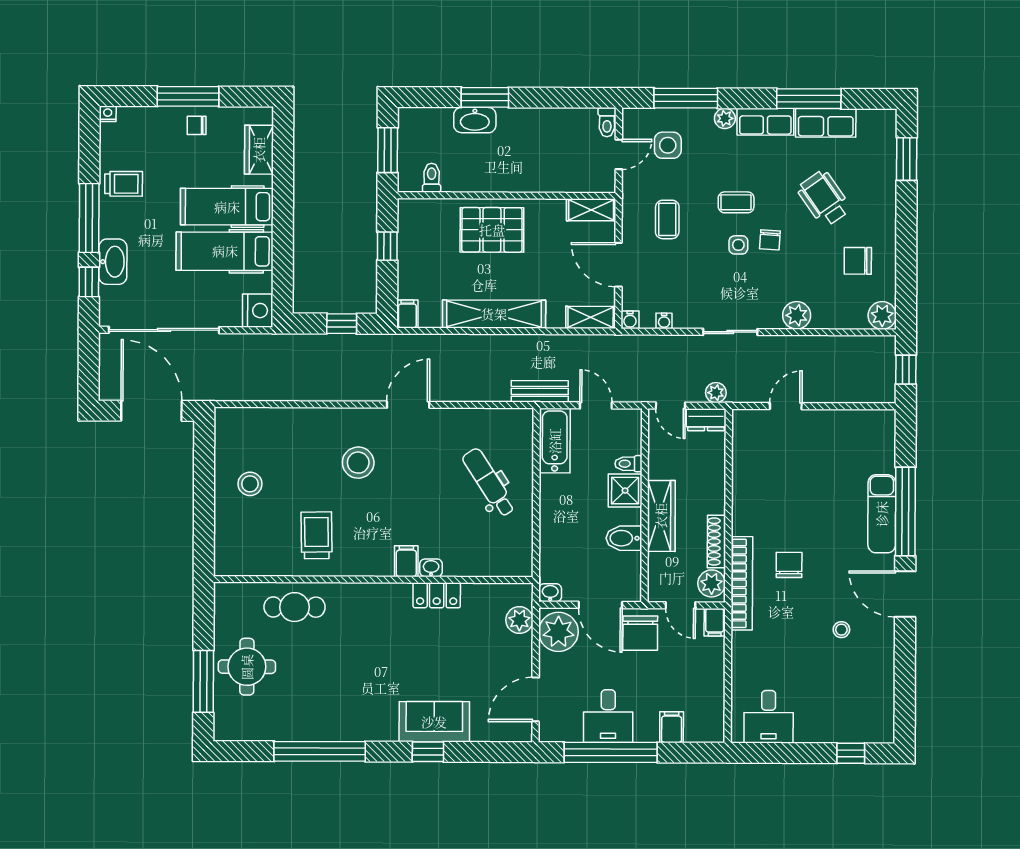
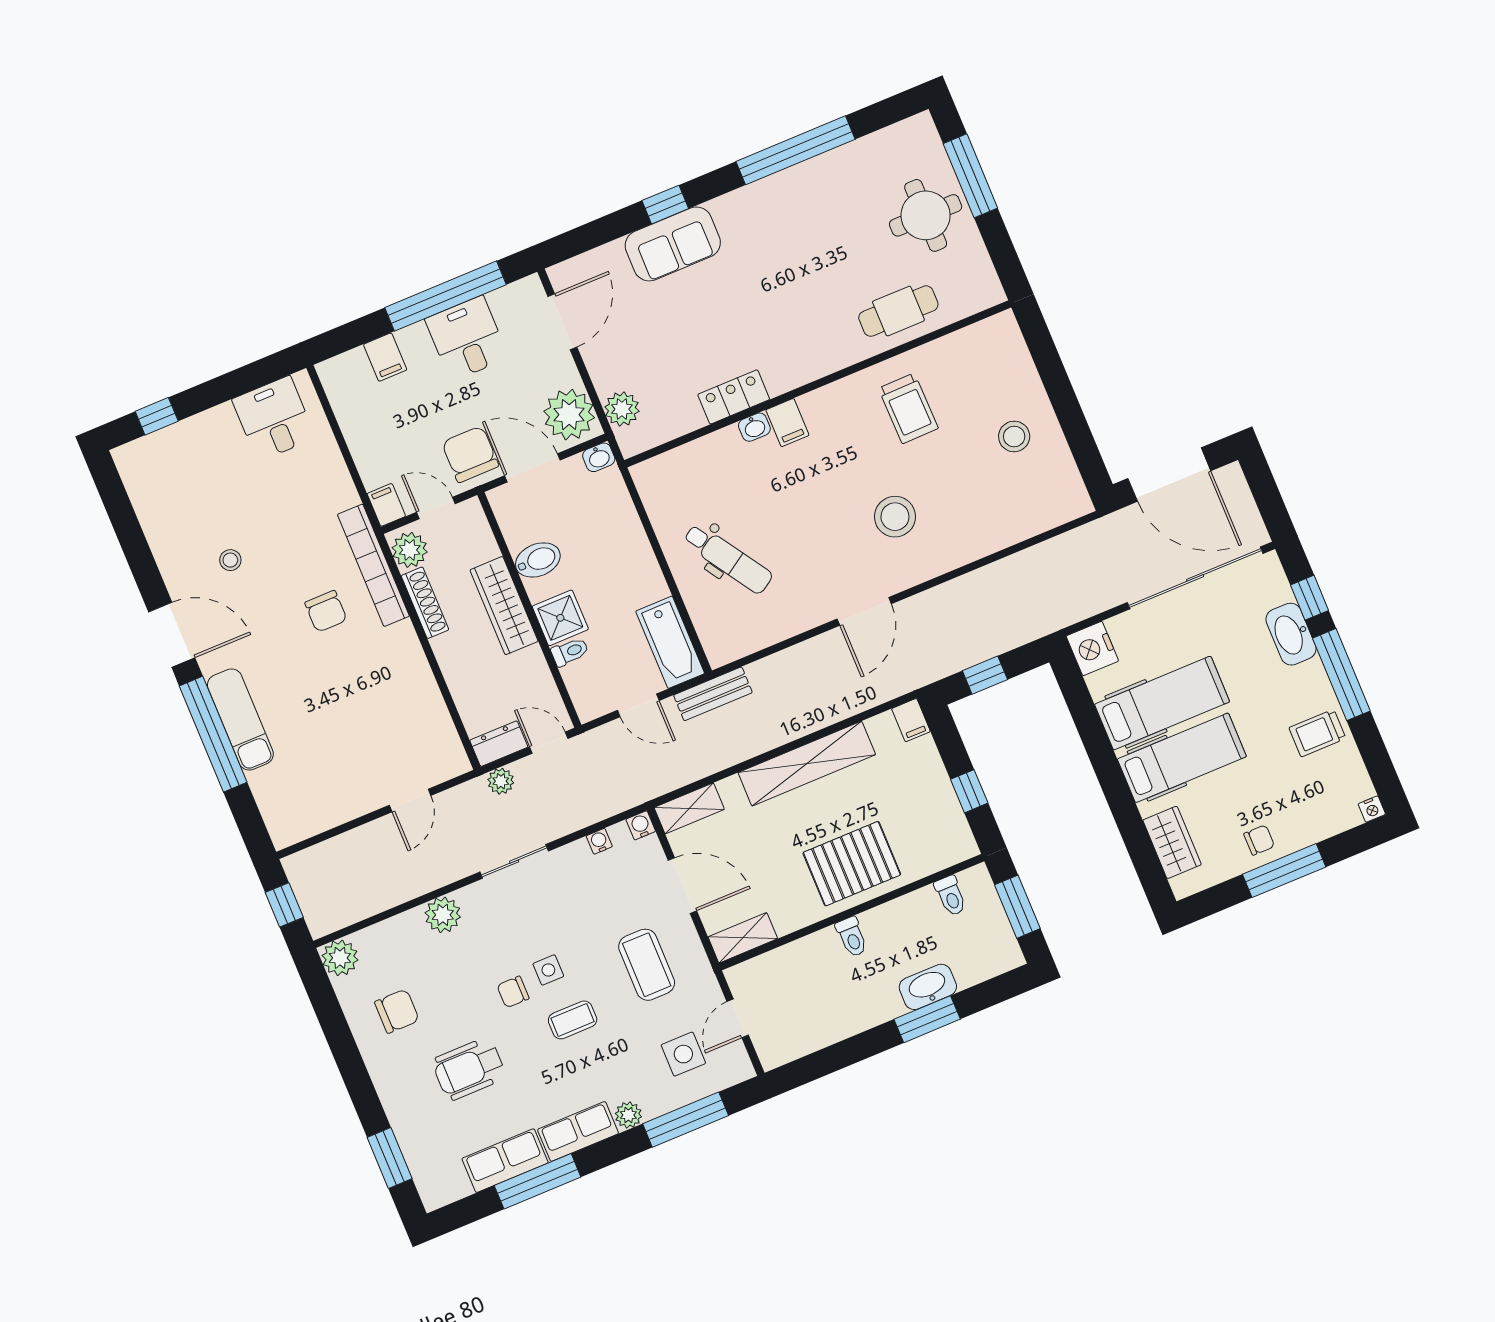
toilet: (607, 122) -> (852, 937), moved, turned 180
wheelchair: (824, 199) -> (469, 1069), turned 125
coffee table: (667, 219) -> (647, 965), width x1.36, depth x1.30
chair: (770, 240) -> (513, 992), turned -94

